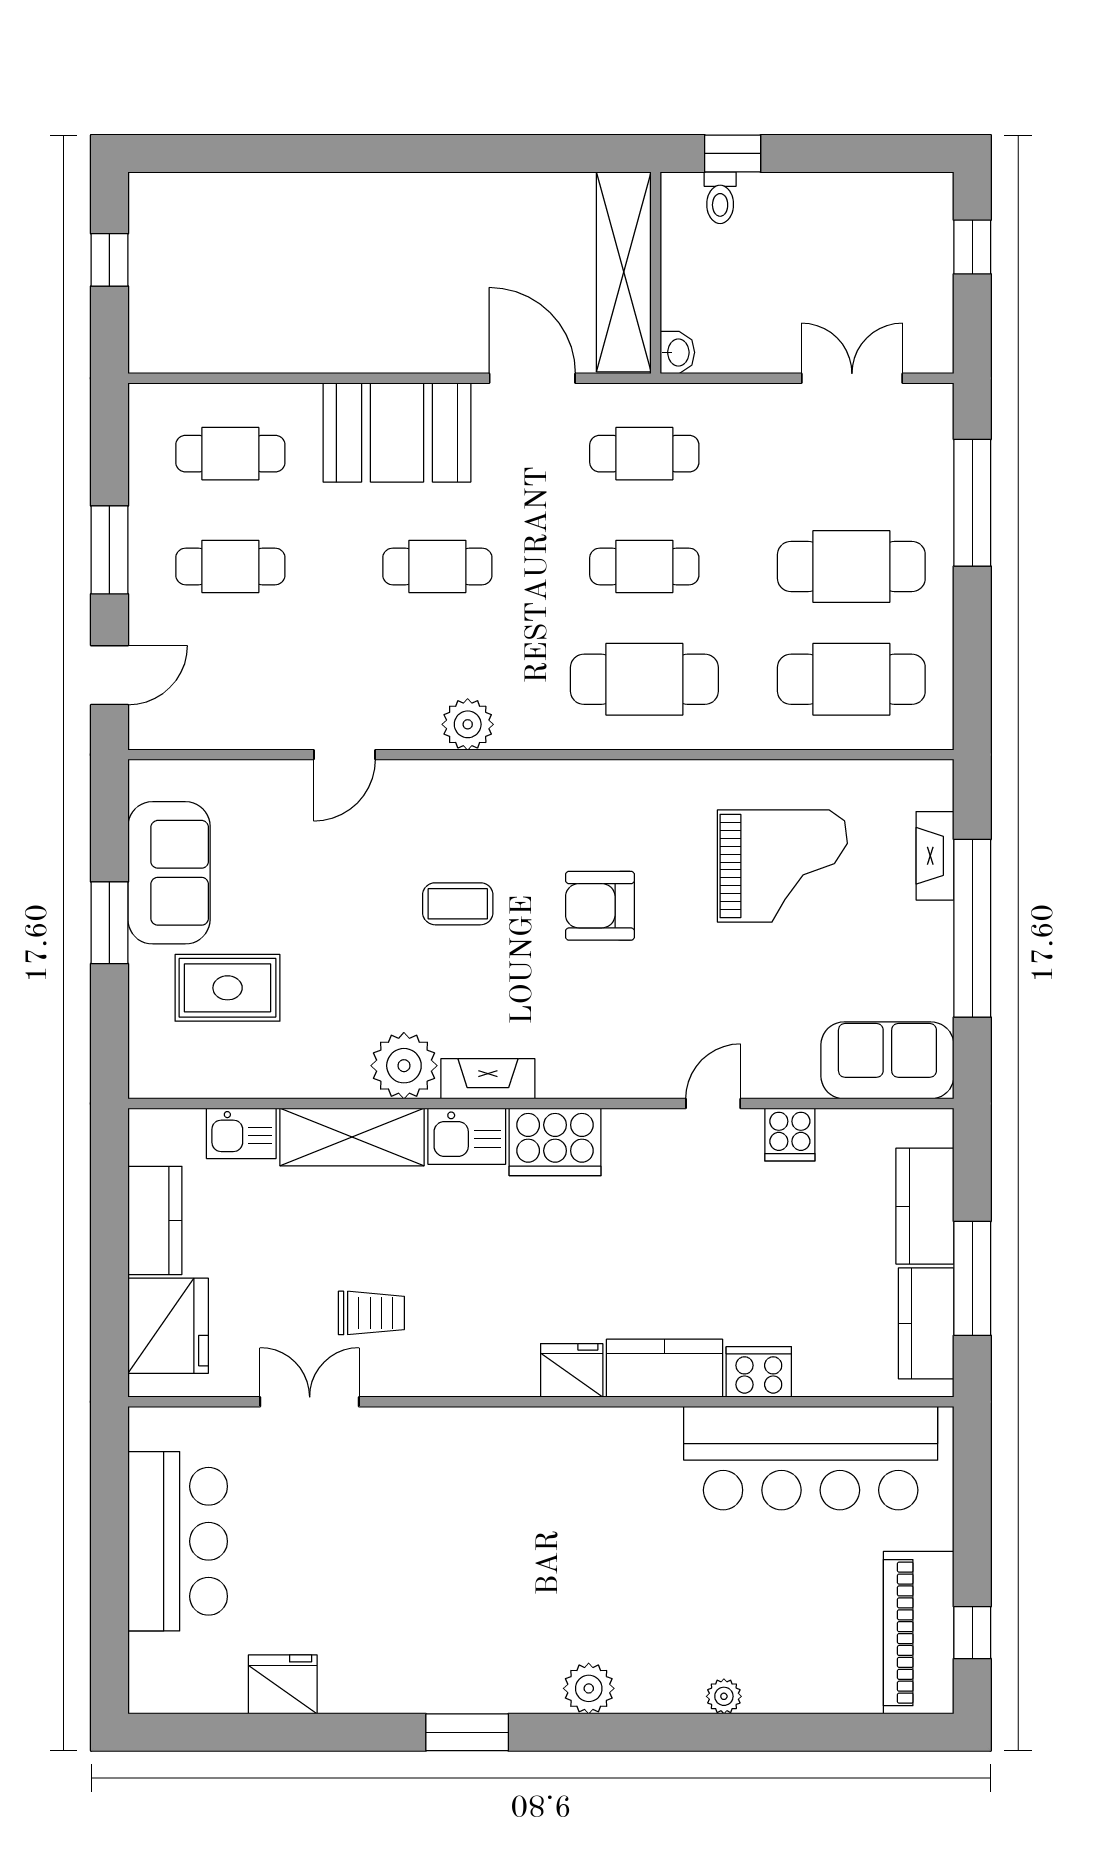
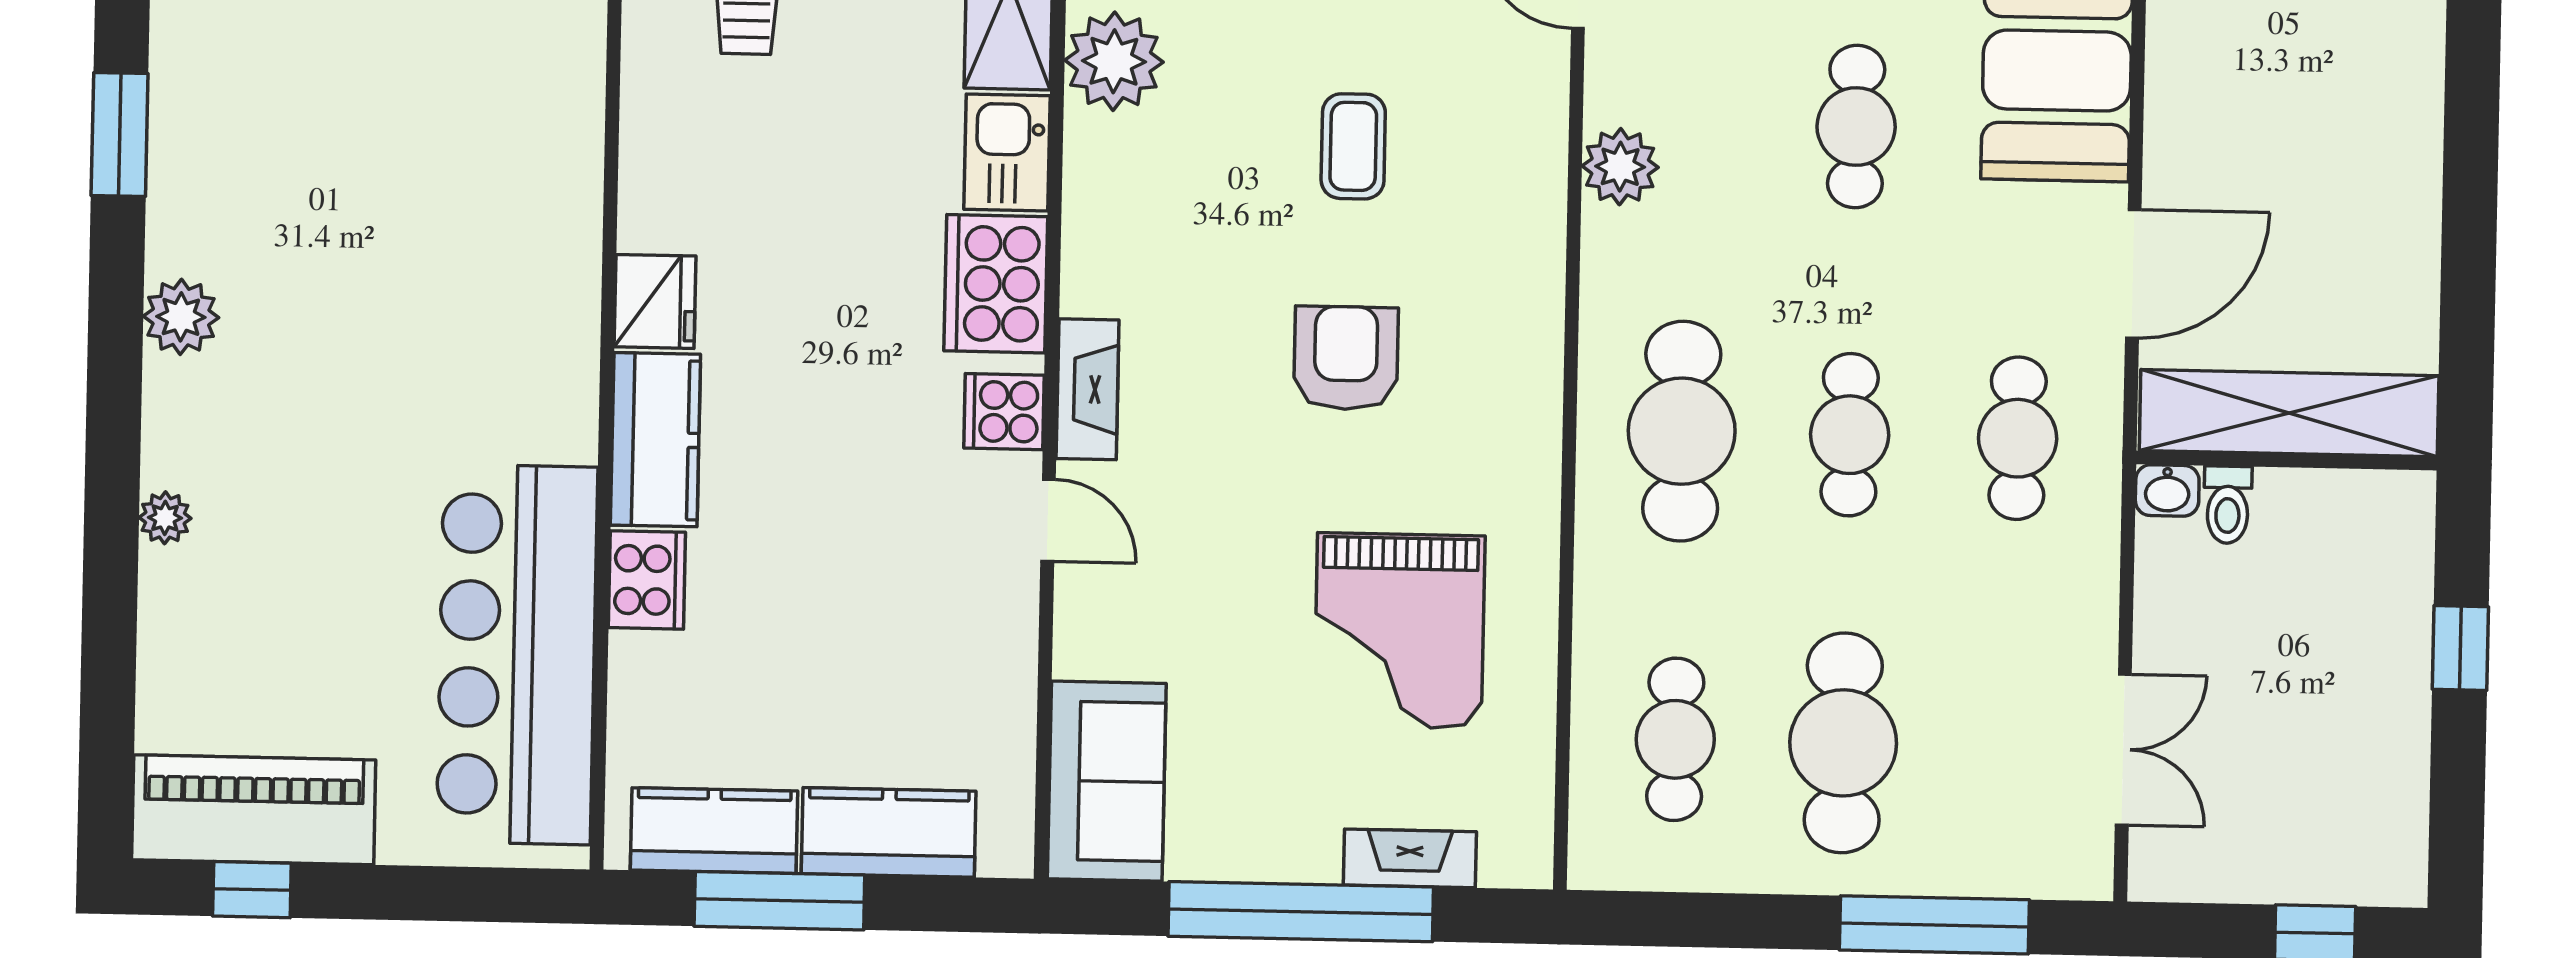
window: (733, 153) -> (2460, 648), moved
toilet: (720, 198) -> (2228, 505), moved, turned -90
cafe table: (851, 679) -> (1675, 739), width x0.73, depth x0.74
fireplace: (488, 1079) -> (1088, 389), moved
cooker: (790, 1134) -> (1004, 412), moved

